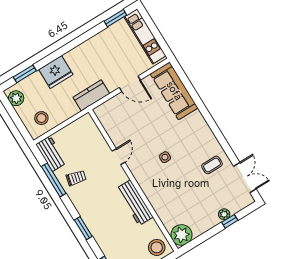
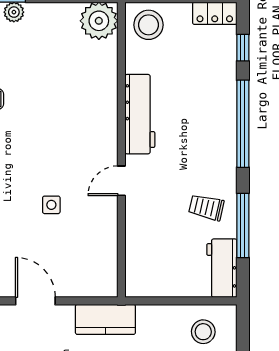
door: (119, 157) -> (121, 181), moved
side table: (165, 157) -> (51, 205), moved
window: (83, 228) -> (243, 124), width x2.11

